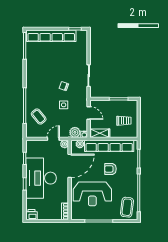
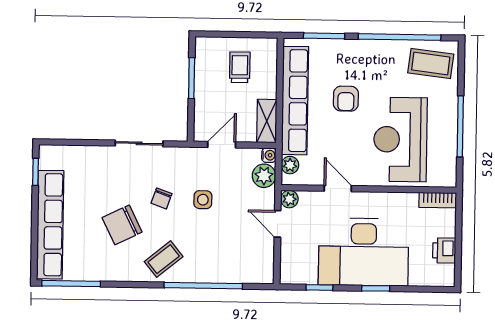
chair: (52, 68) -> (122, 225), added
coffee table: (39, 117) -> (164, 259), moved
door: (70, 166) -> (338, 188), width x0.53
reception desk: (92, 194) -> (400, 139), turned 180
printer: (31, 215) -> (444, 251), moved

